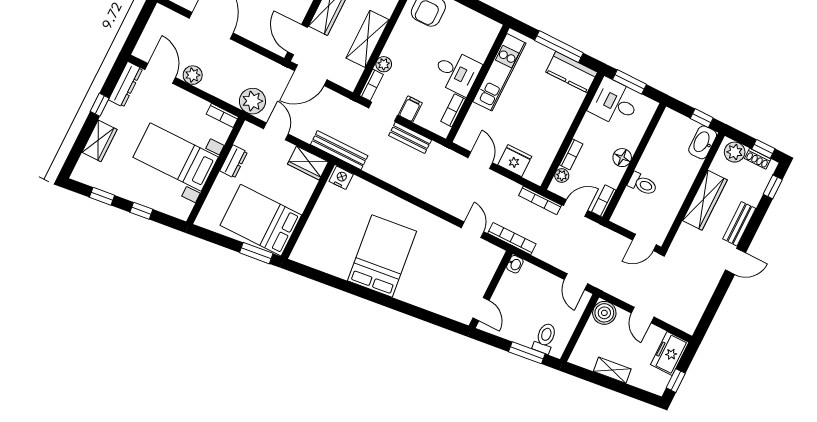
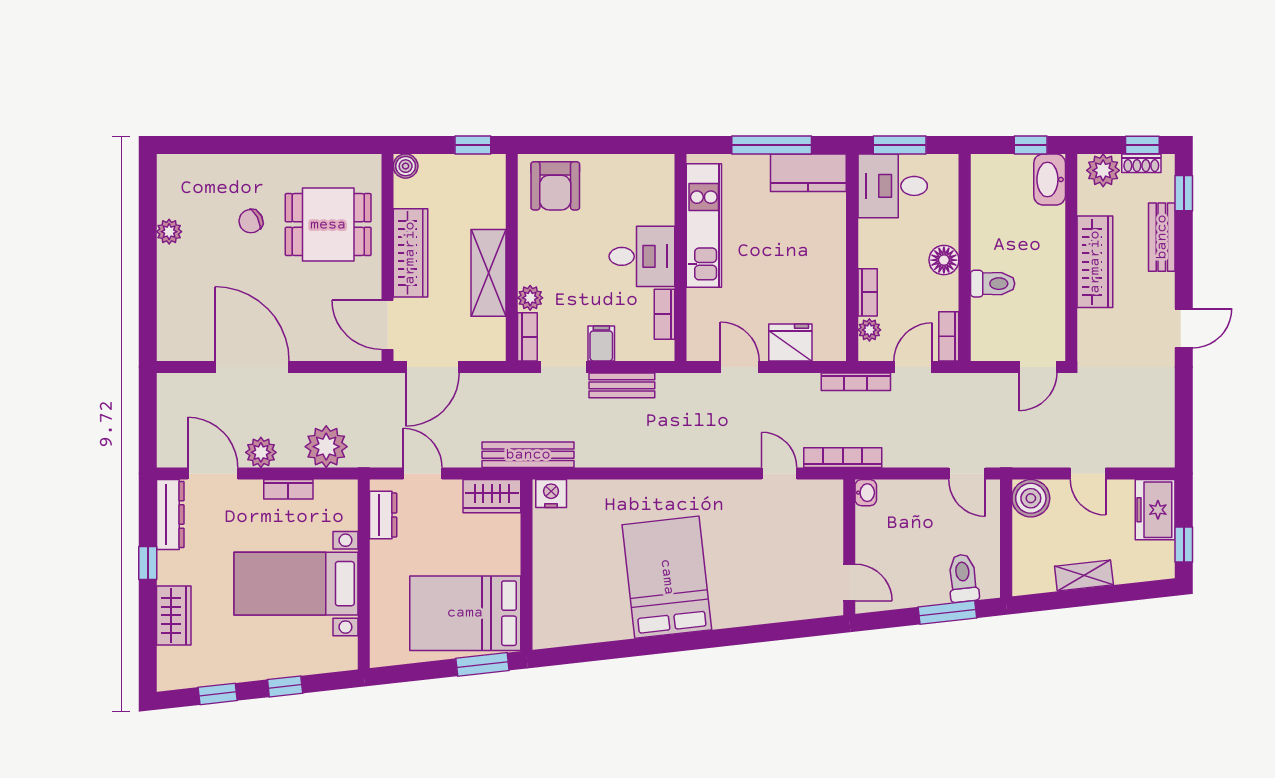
plant: (252, 101) -> (326, 447), moved
bookcase: (222, 115) -> (288, 489), moved
dresser: (234, 161) -> (383, 515), moved
bench: (739, 224) -> (1162, 237), moved

